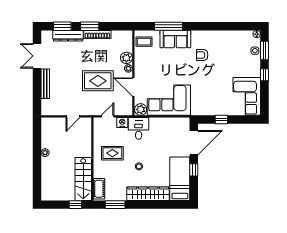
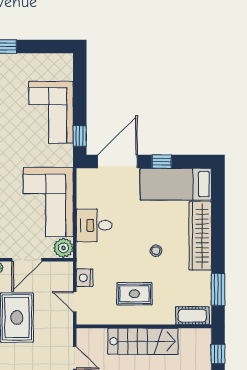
corner sofa: (247, 96) -> (51, 112), moved, turned 90
window: (221, 120) -> (80, 136), moved
desk: (139, 128) -> (94, 225), moved
door: (194, 143) -> (117, 161), hinge flipped
rug: (112, 153) -> (134, 294), turned 90
stairs: (83, 179) -> (143, 341), moved

